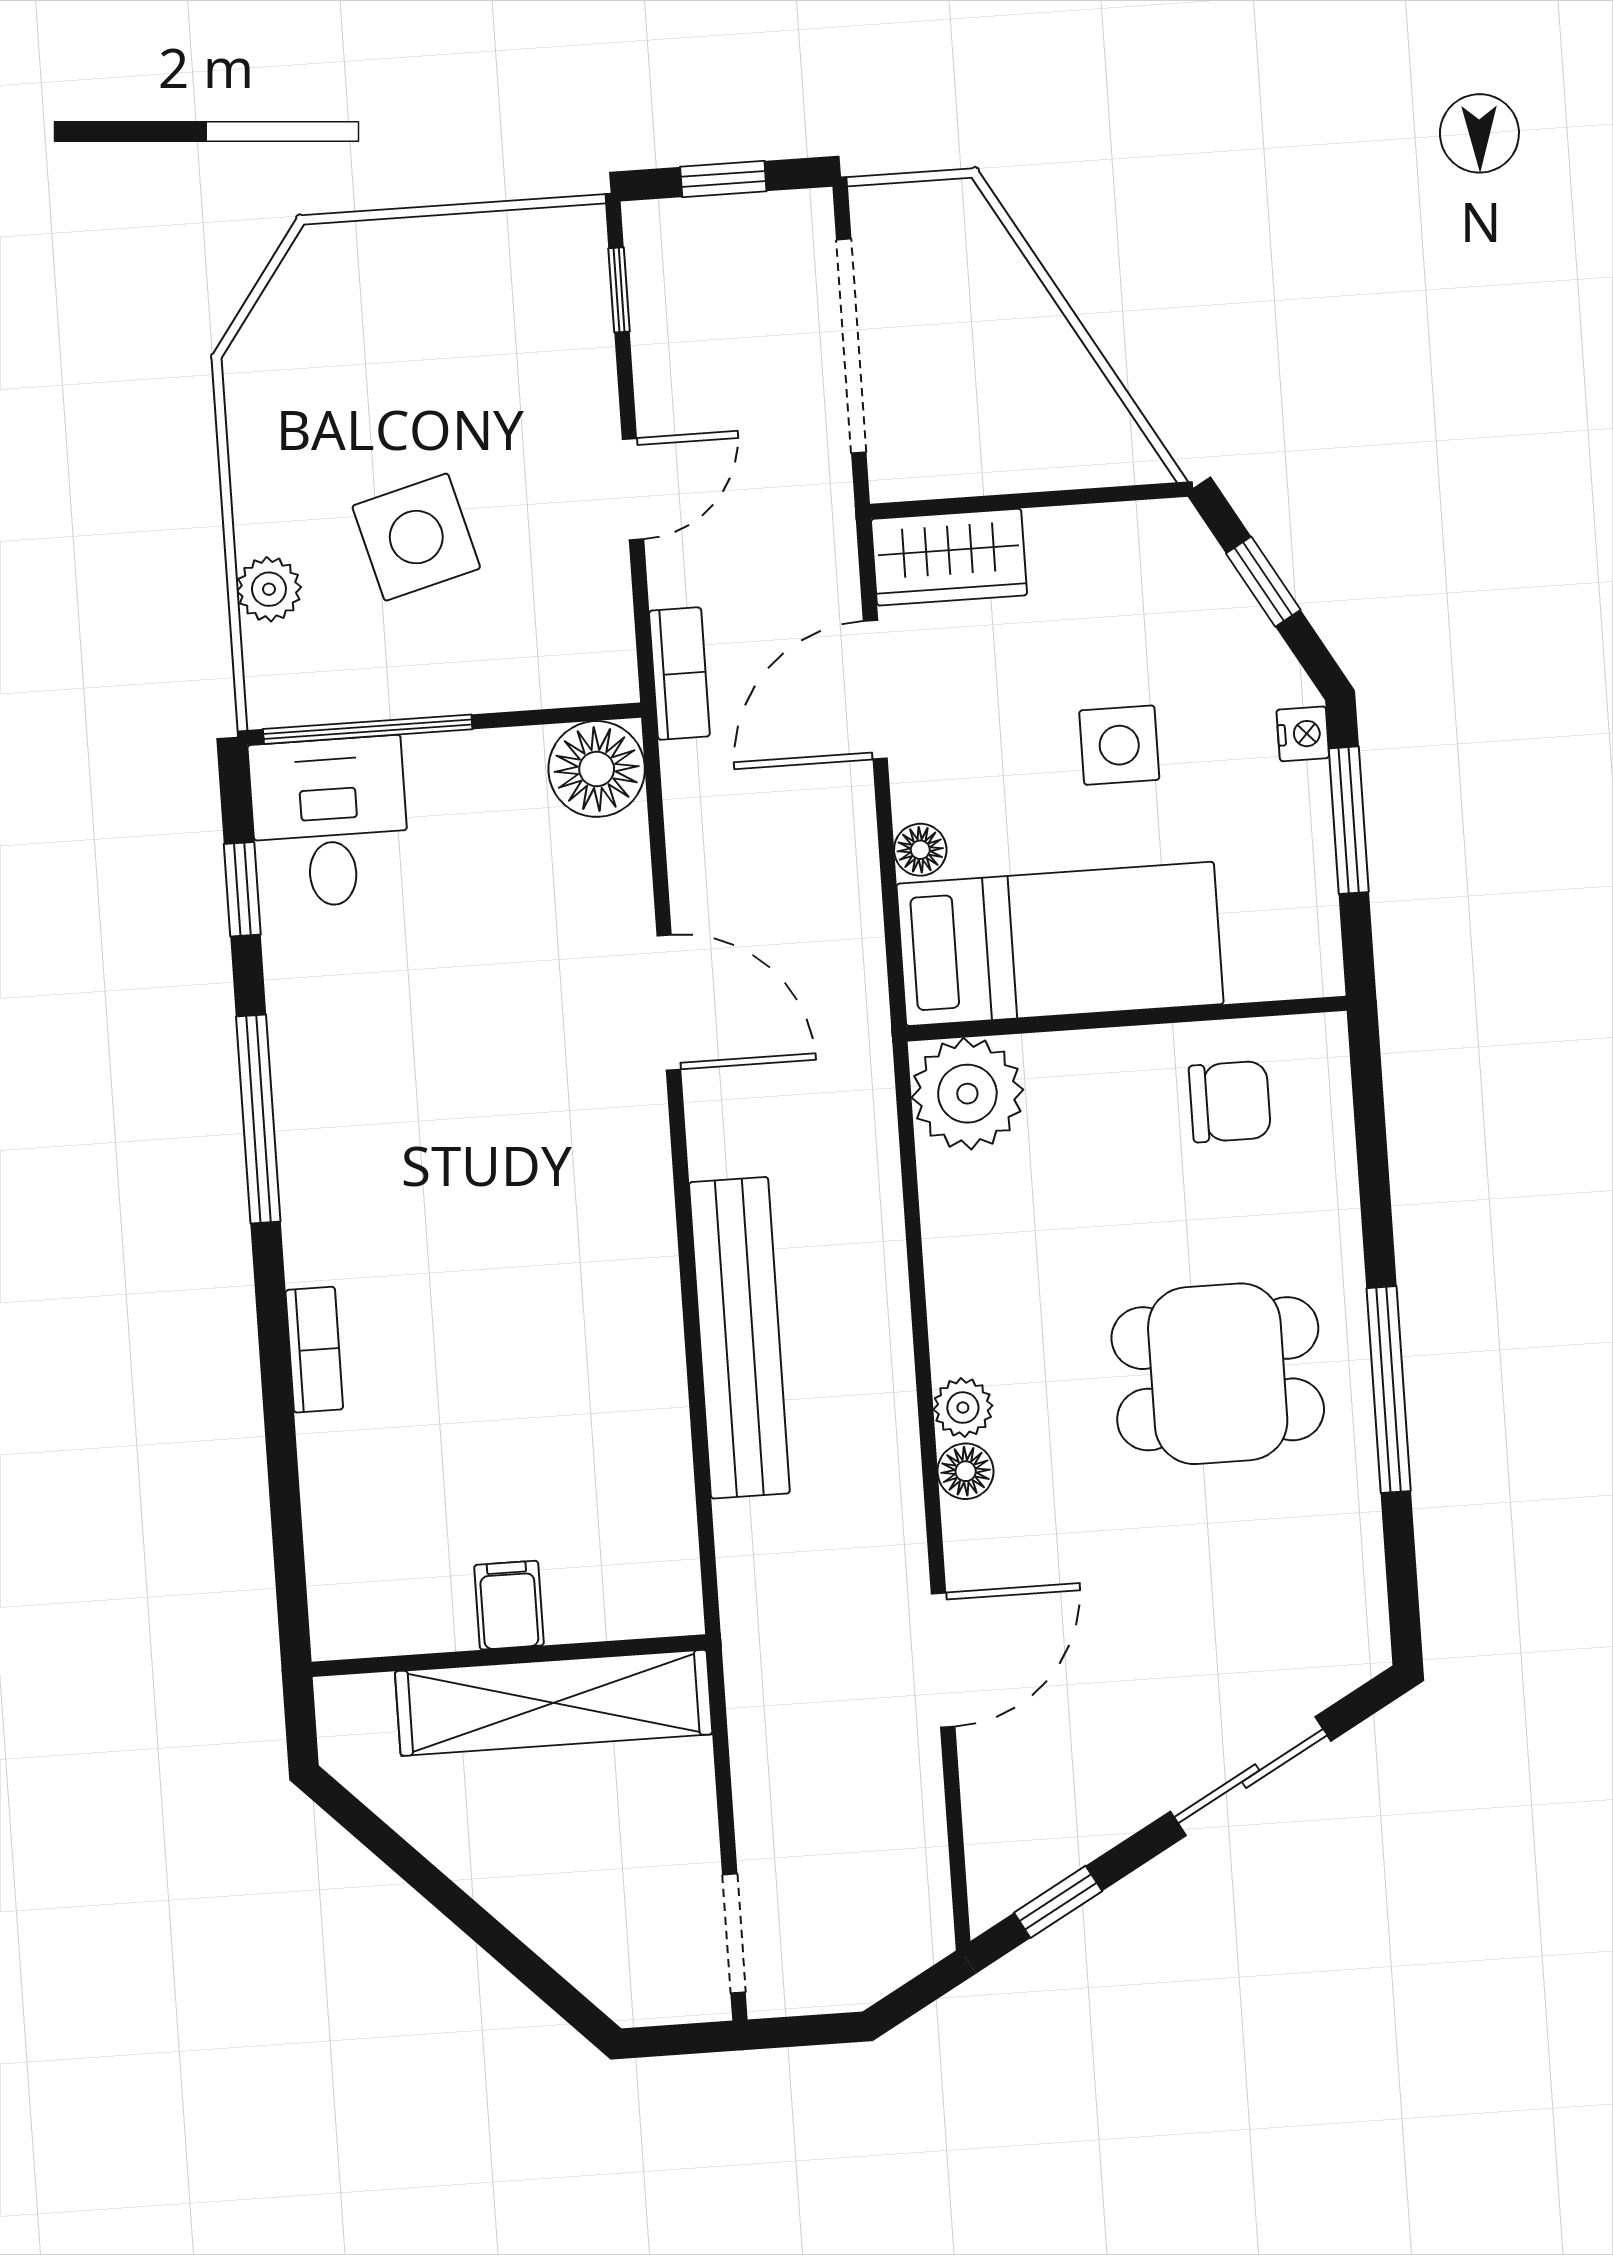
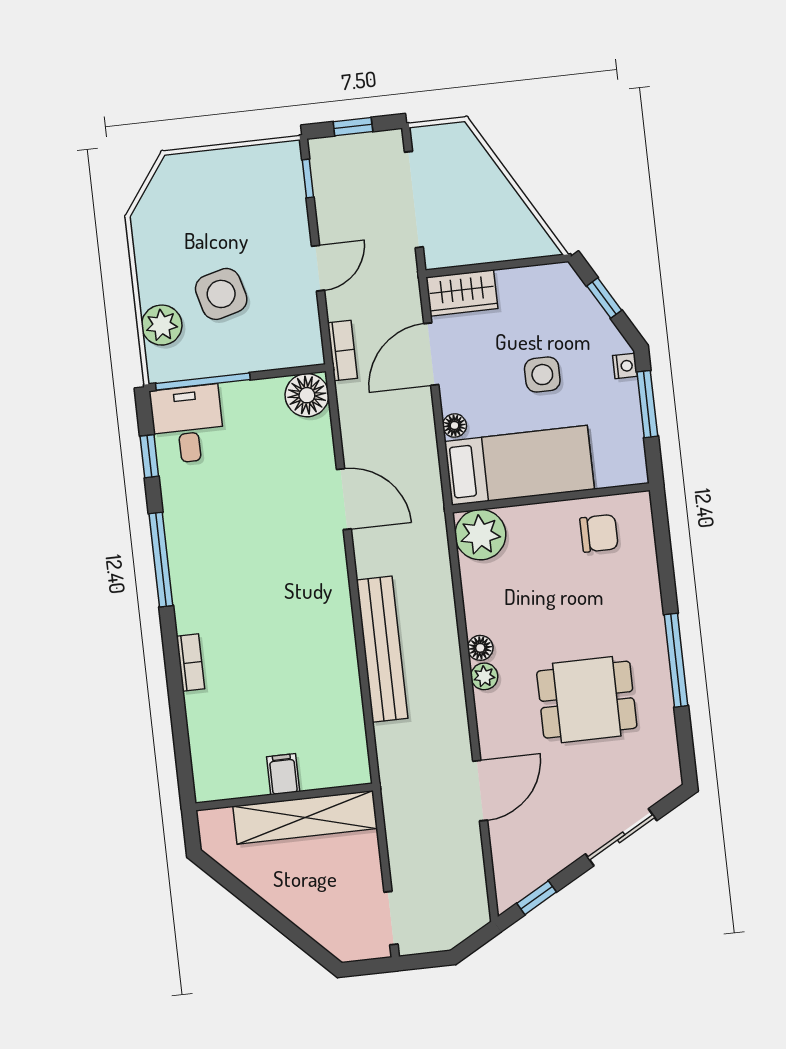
plant: (269, 589) -> (162, 325), width x1.38, depth x1.38
dining table: (1218, 1374) -> (587, 700), moved
floor lamp: (966, 1471) -> (480, 648), moved

